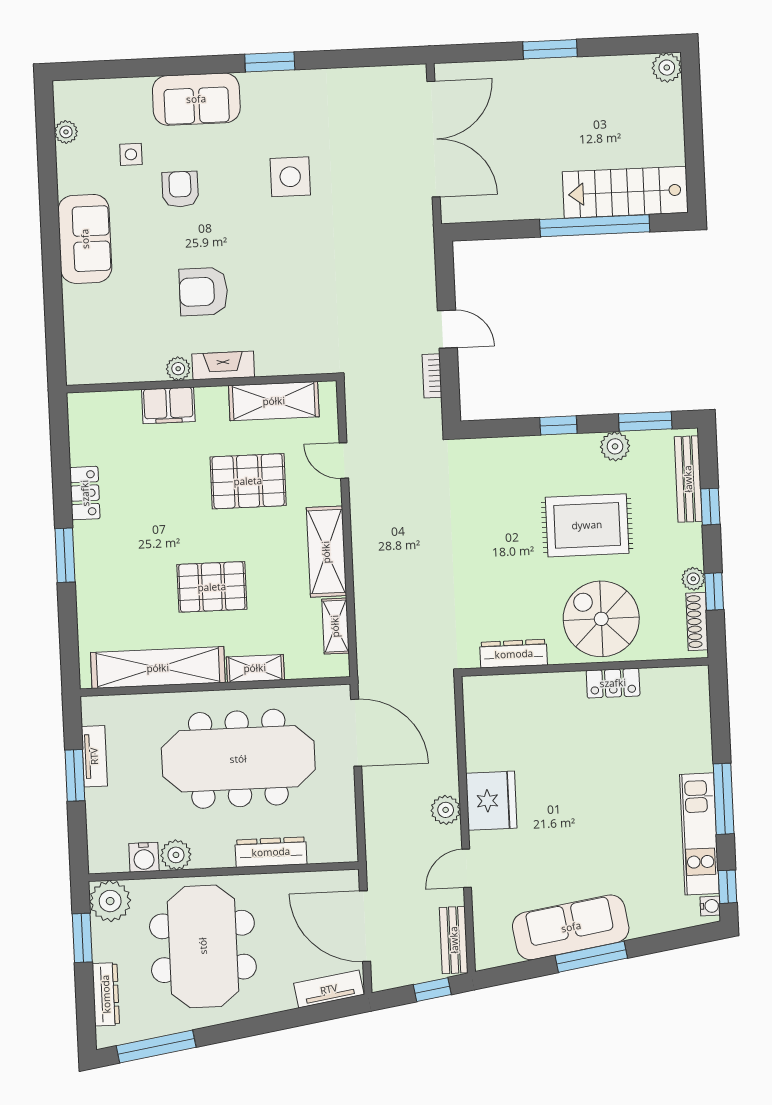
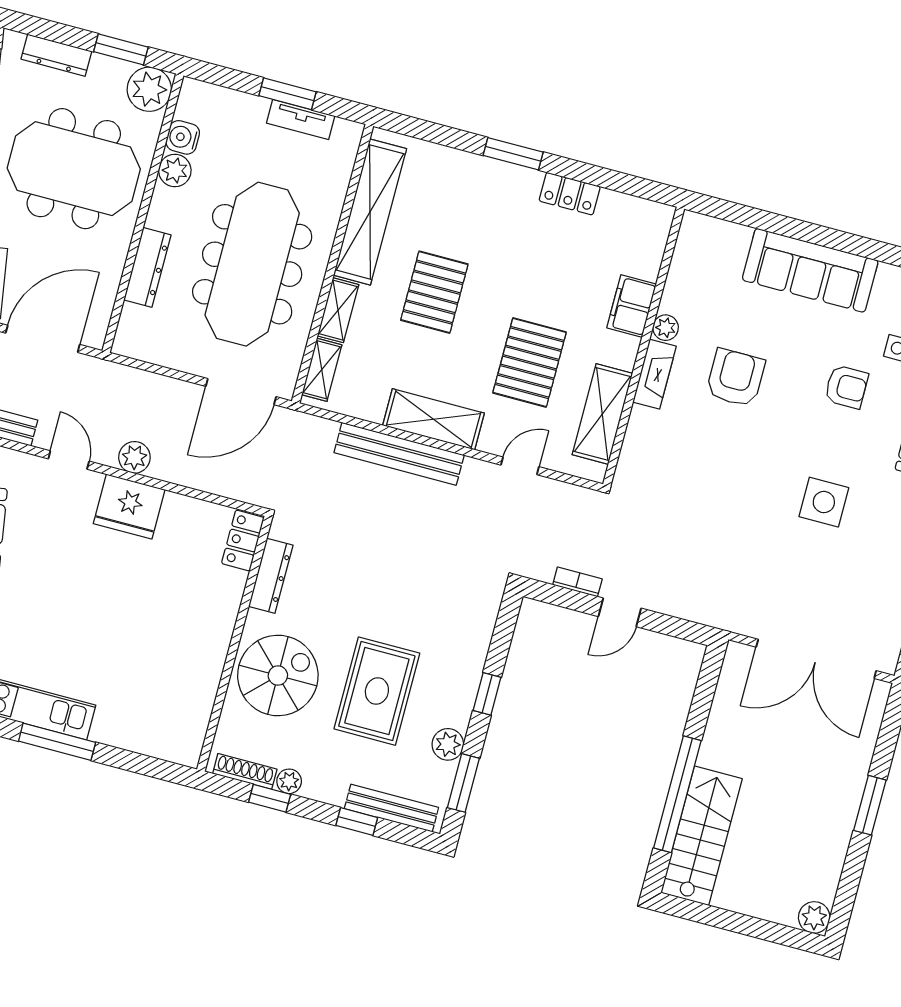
sofa: (85, 239) -> (810, 270), width x1.36
bench: (367, 573) -> (399, 454), added
shelving: (335, 626) -> (322, 370), moved, turned 90
locker: (613, 683) -> (243, 541), moved

